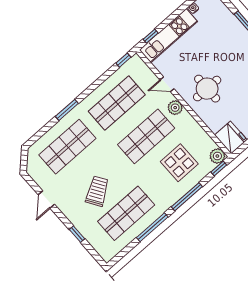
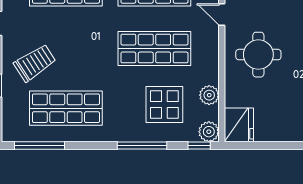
plant: (175, 108) -> (209, 95), moved
trolley: (97, 191) -> (35, 63), moved
window: (152, 227) -> (39, 146), moved

